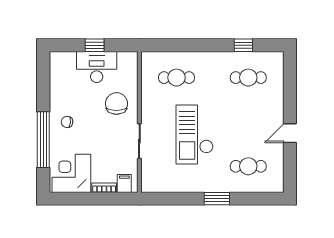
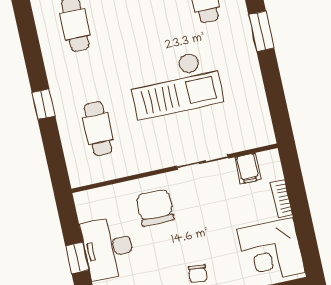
window: (243, 45) -> (43, 104), moved
chair: (116, 104) -> (155, 208), turned 90
filing cabinet: (124, 183) -> (248, 168), moved, turned -90

